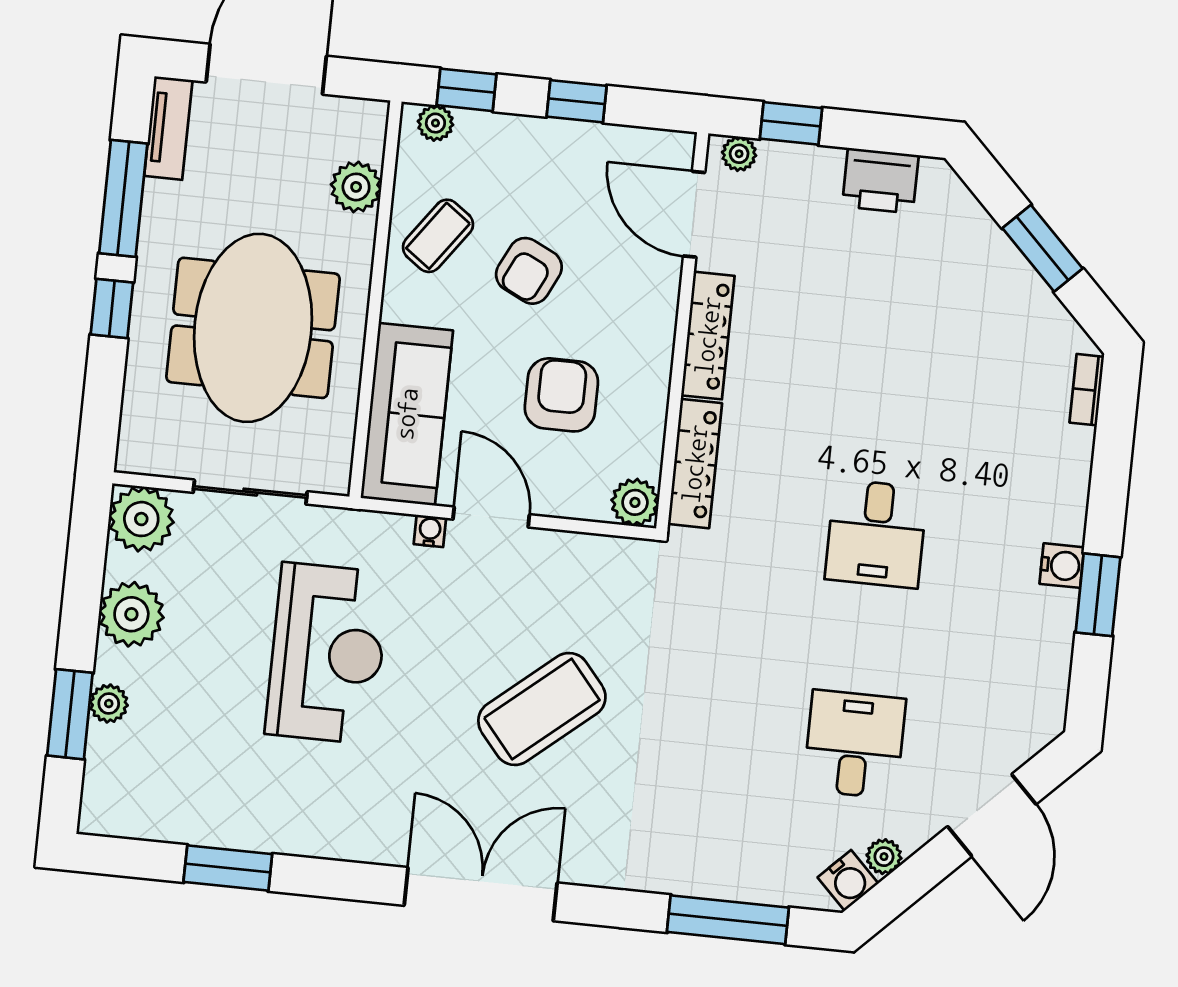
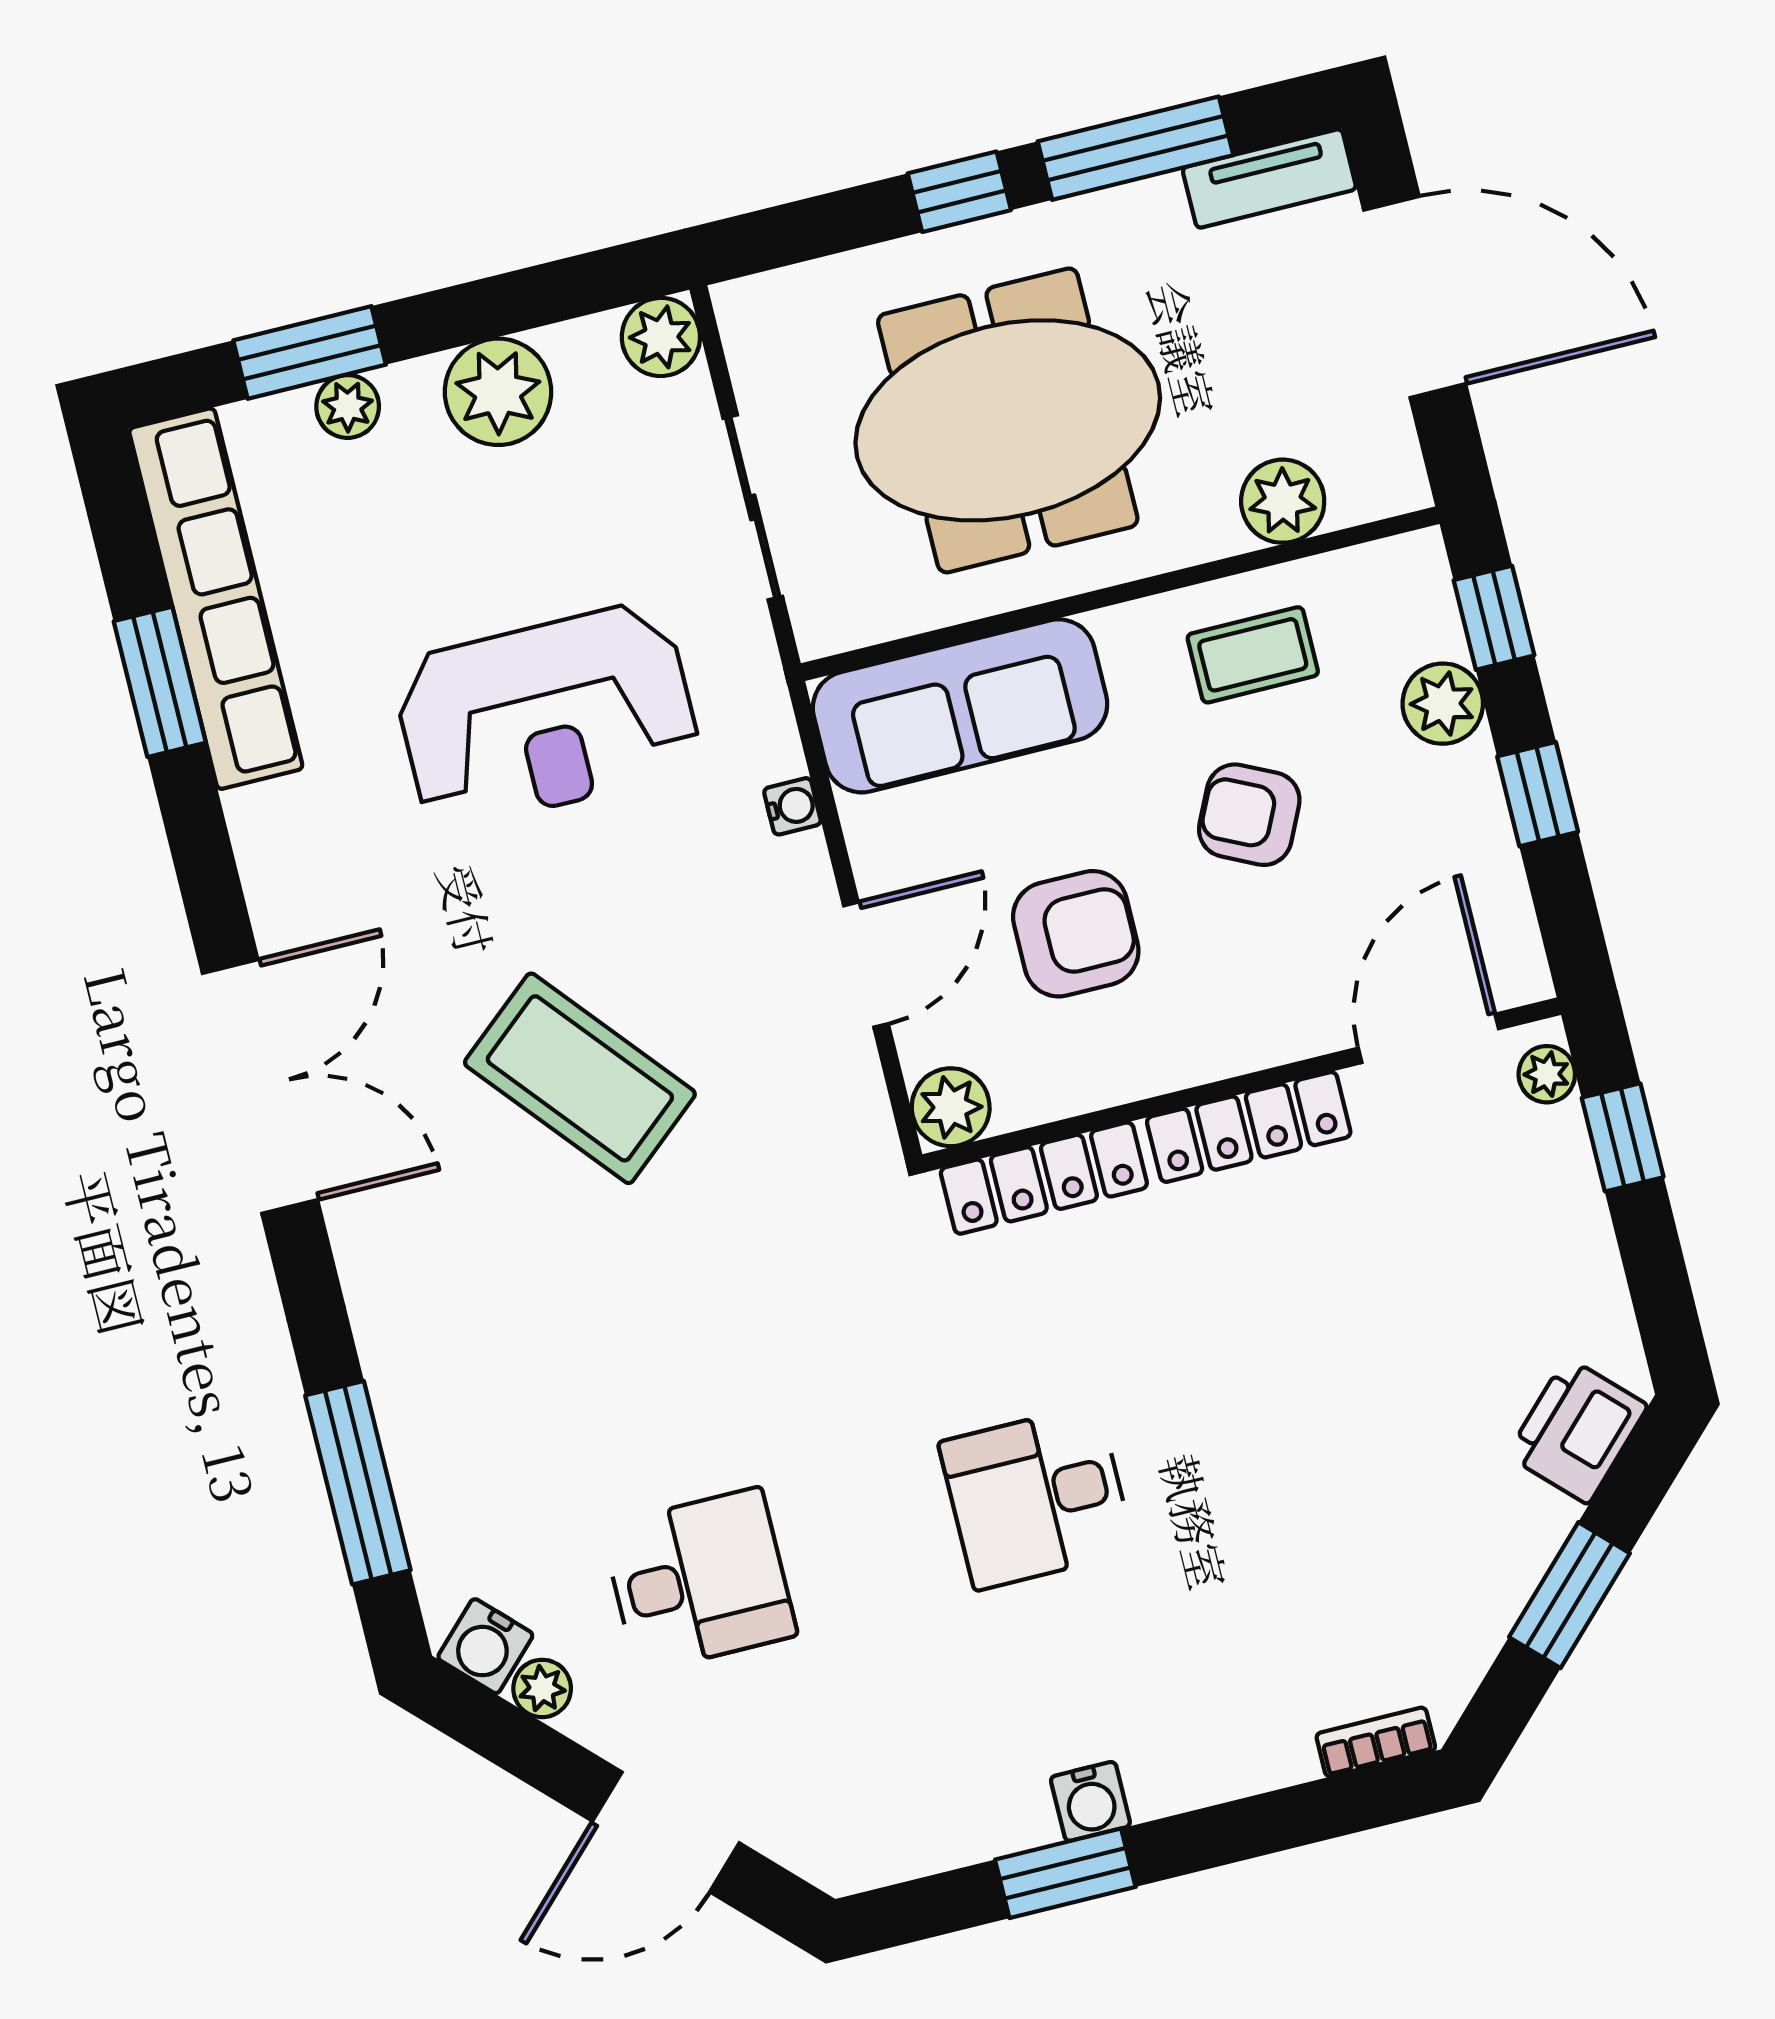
plant: (435, 123) -> (1443, 704), moved, width x1.38, depth x1.38
printer: (880, 181) -> (1577, 1430), moved, turned 45
coffee table: (438, 236) -> (1253, 655), turned -36
door: (491, 517) -> (866, 965), moved
plant: (141, 519) -> (661, 337), width x0.73, depth x0.73
row of seats: (192, 819) -> (216, 599), added

